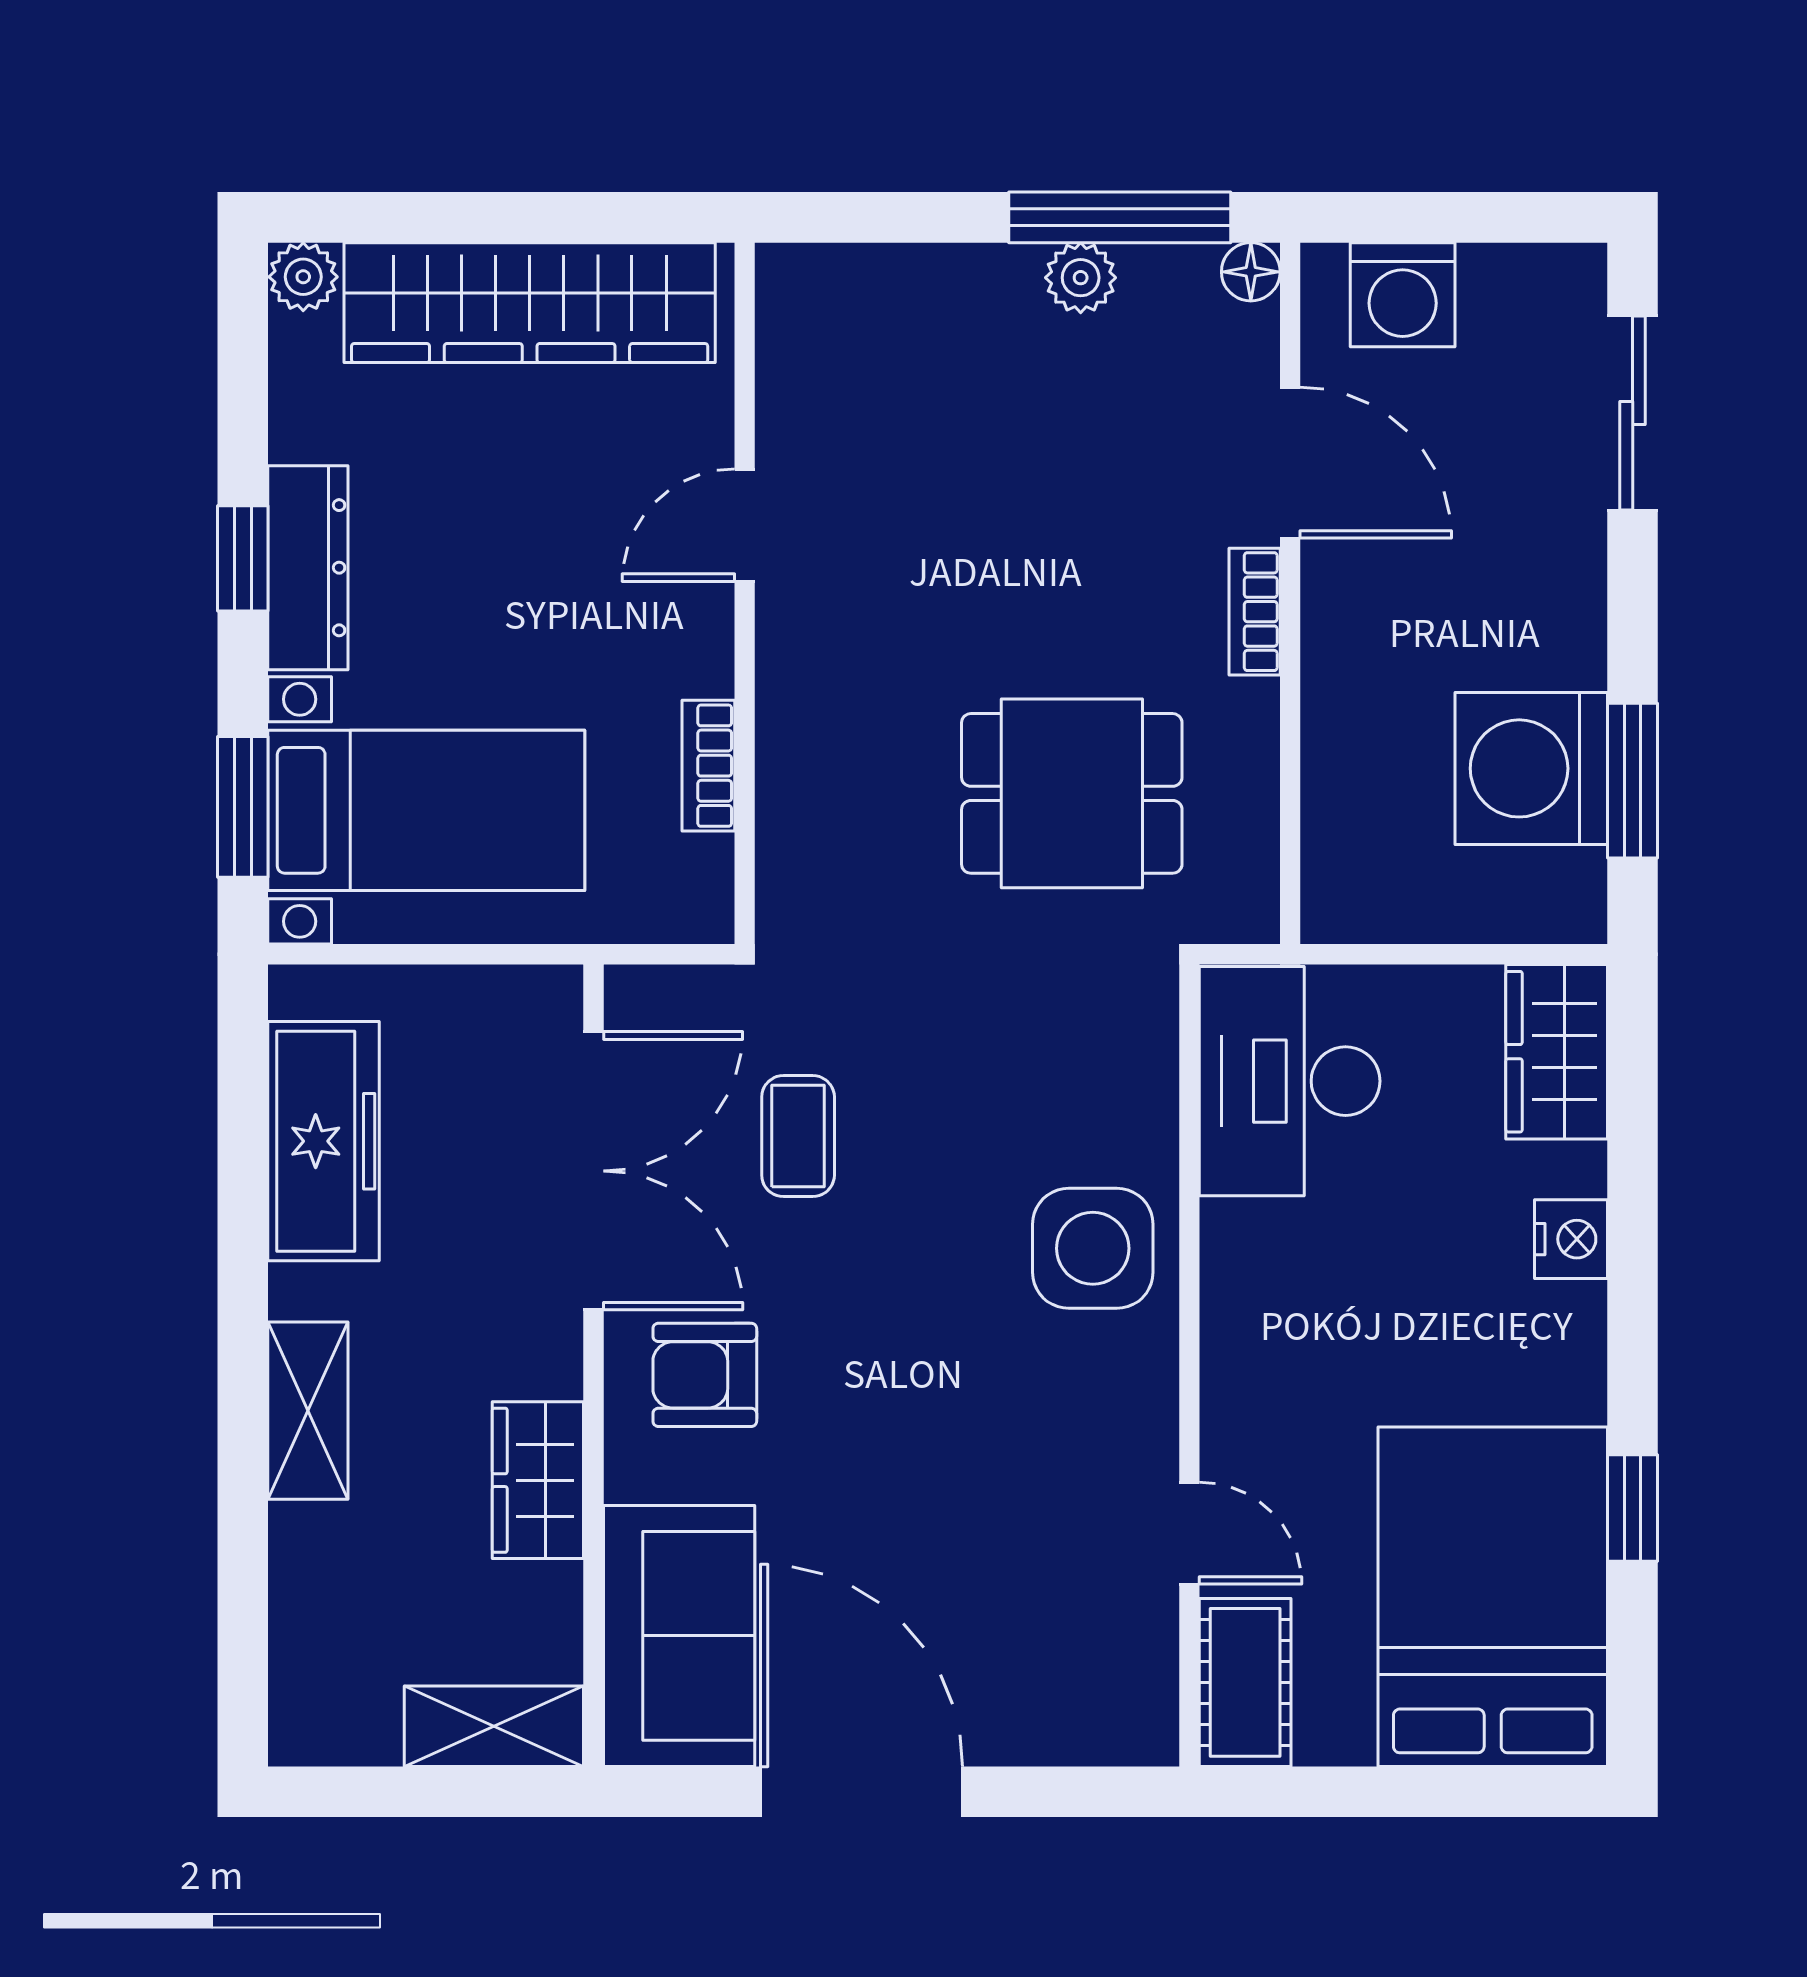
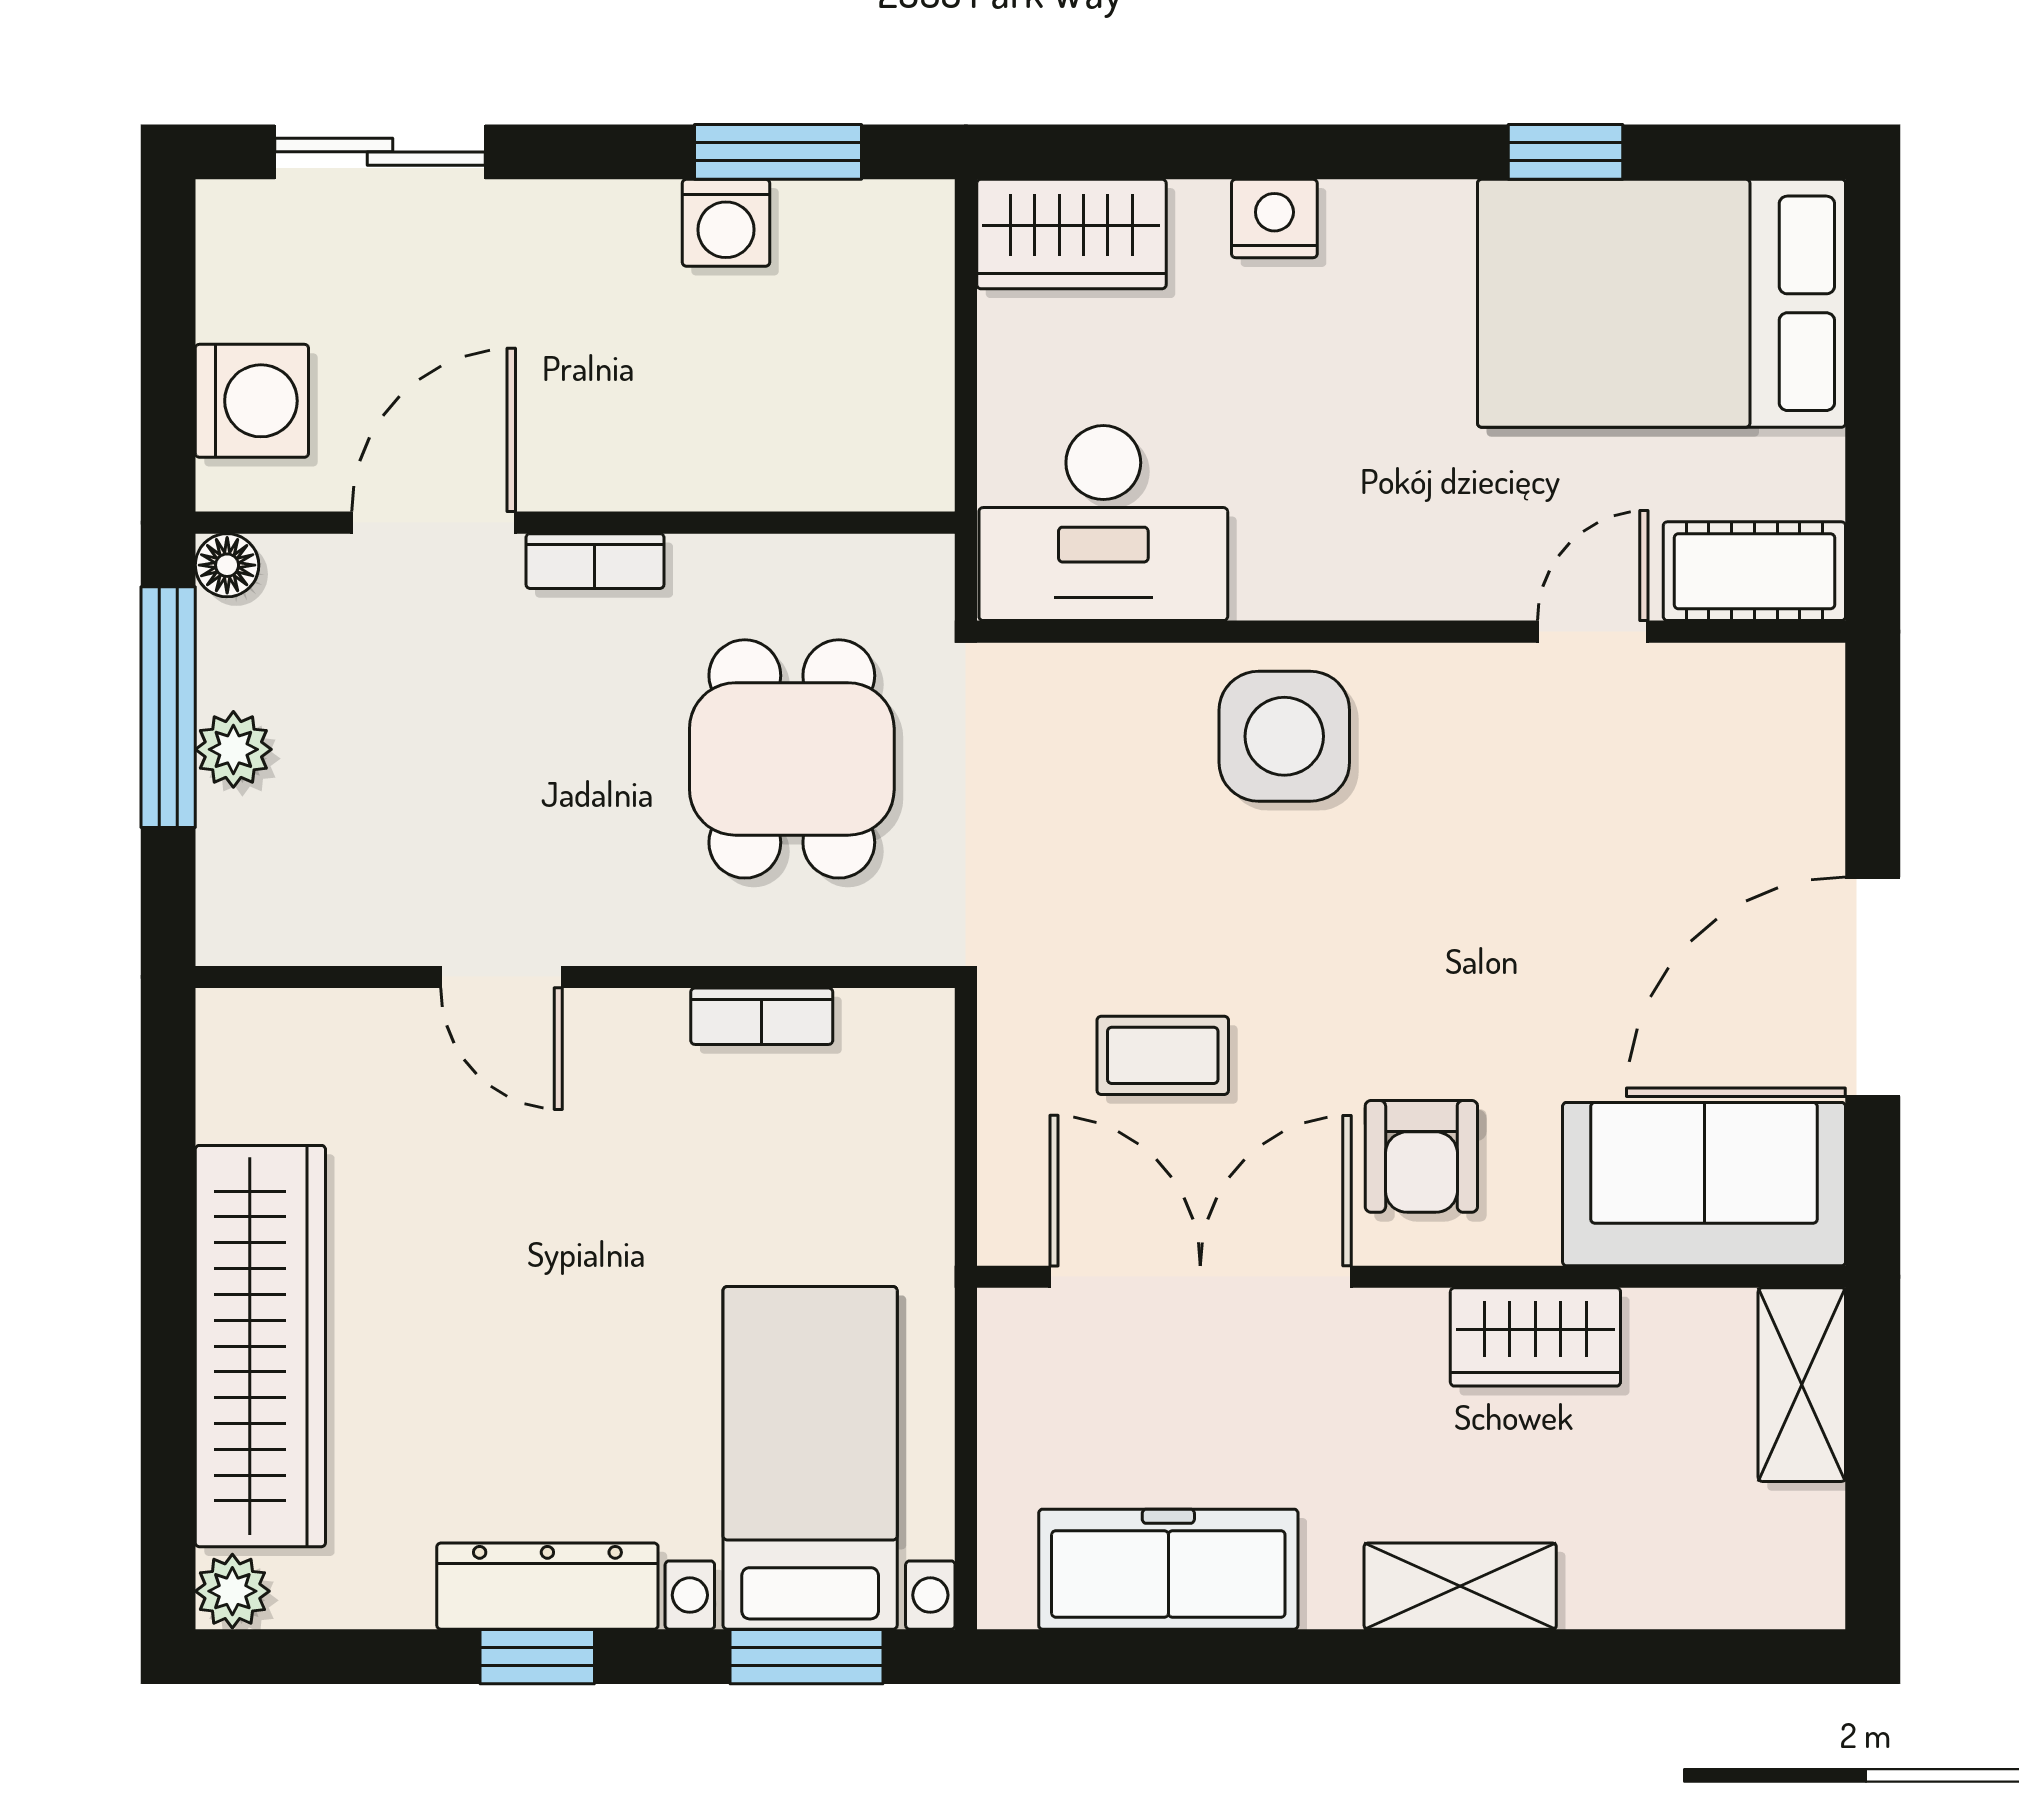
door: (745, 525) -> (502, 977), moved
wall: (745, 593) -> (575, 977), moved
bookcase: (708, 766) -> (762, 1016), moved
washing machine: (1531, 768) -> (726, 223), width x0.53, depth x0.53

